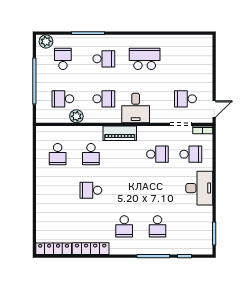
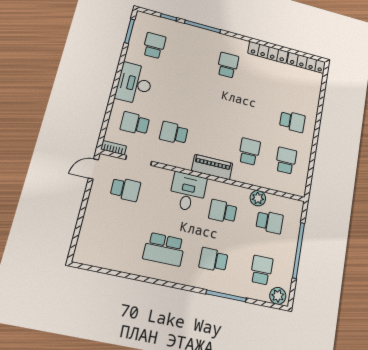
school desk: (63, 59) -> (262, 270), turned 180
school desk: (91, 190) -> (292, 122), moved
school desk: (157, 226) -> (154, 46), moved

